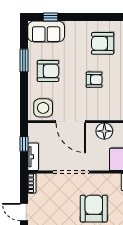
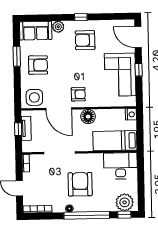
window: (51, 17) -> (81, 17), moved
plant: (72, 27) -> (58, 27), added
armchair: (94, 80) -> (78, 94), moved
tv unit: (33, 157) -> (26, 128), moved

